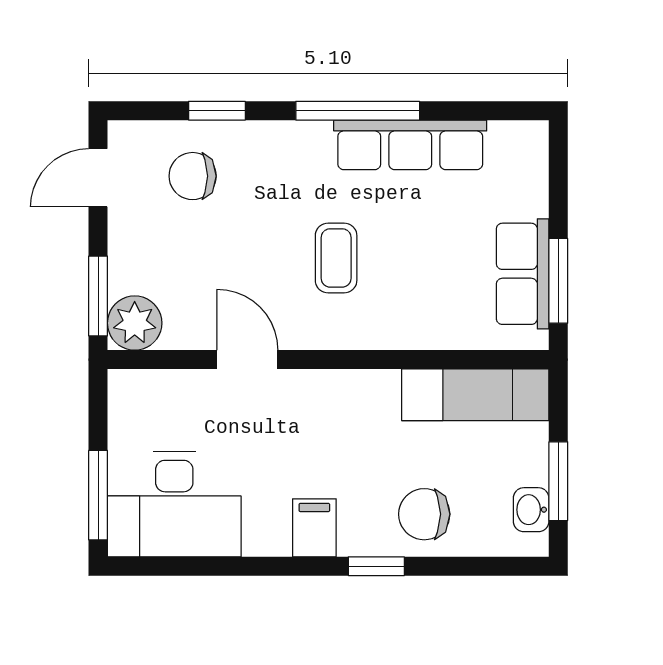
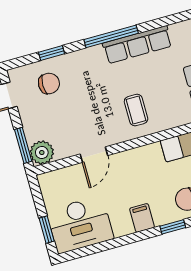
chair: (193, 176) -> (49, 83), turned 180
coffee table: (336, 258) -> (136, 110), moved
door: (247, 360) -> (94, 155), swing flipped
window: (98, 495) -> (47, 230), width x0.67

